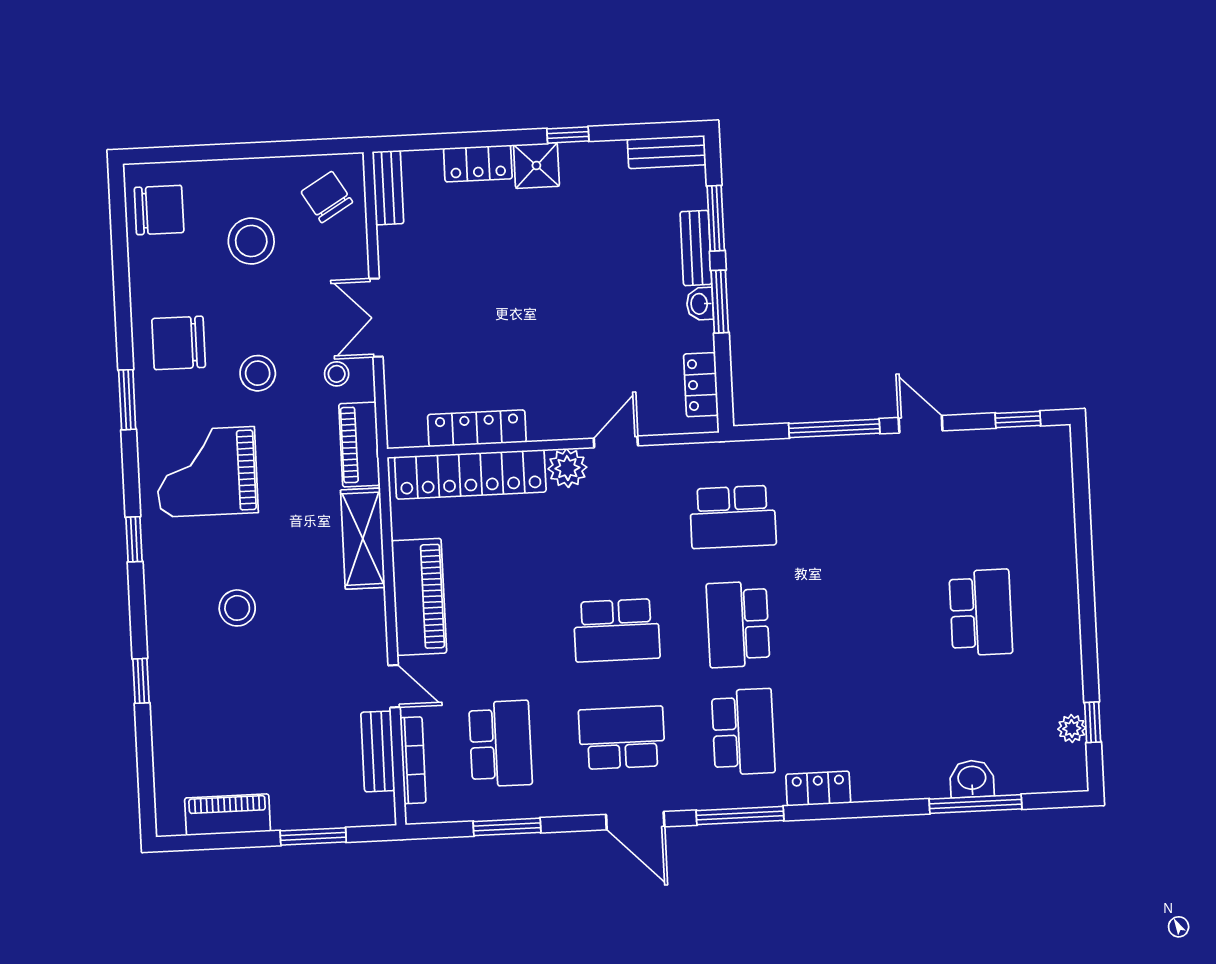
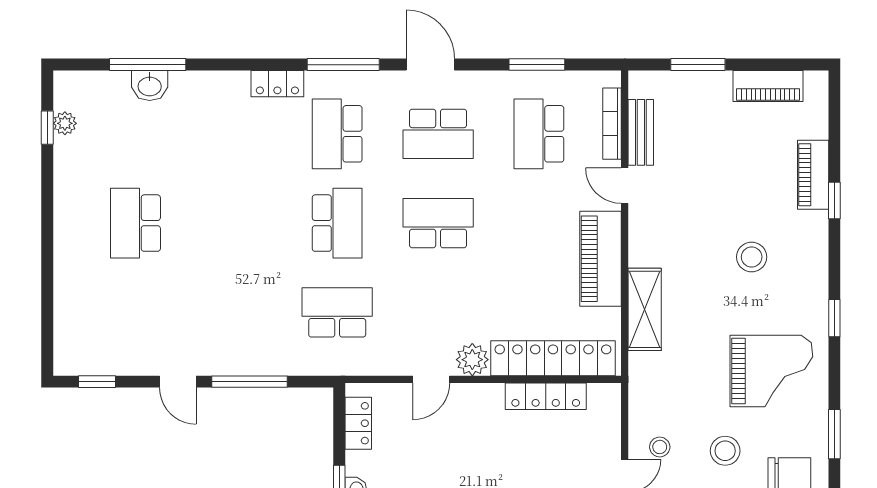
piano: (359, 444) -> (813, 175), moved, turned 180

